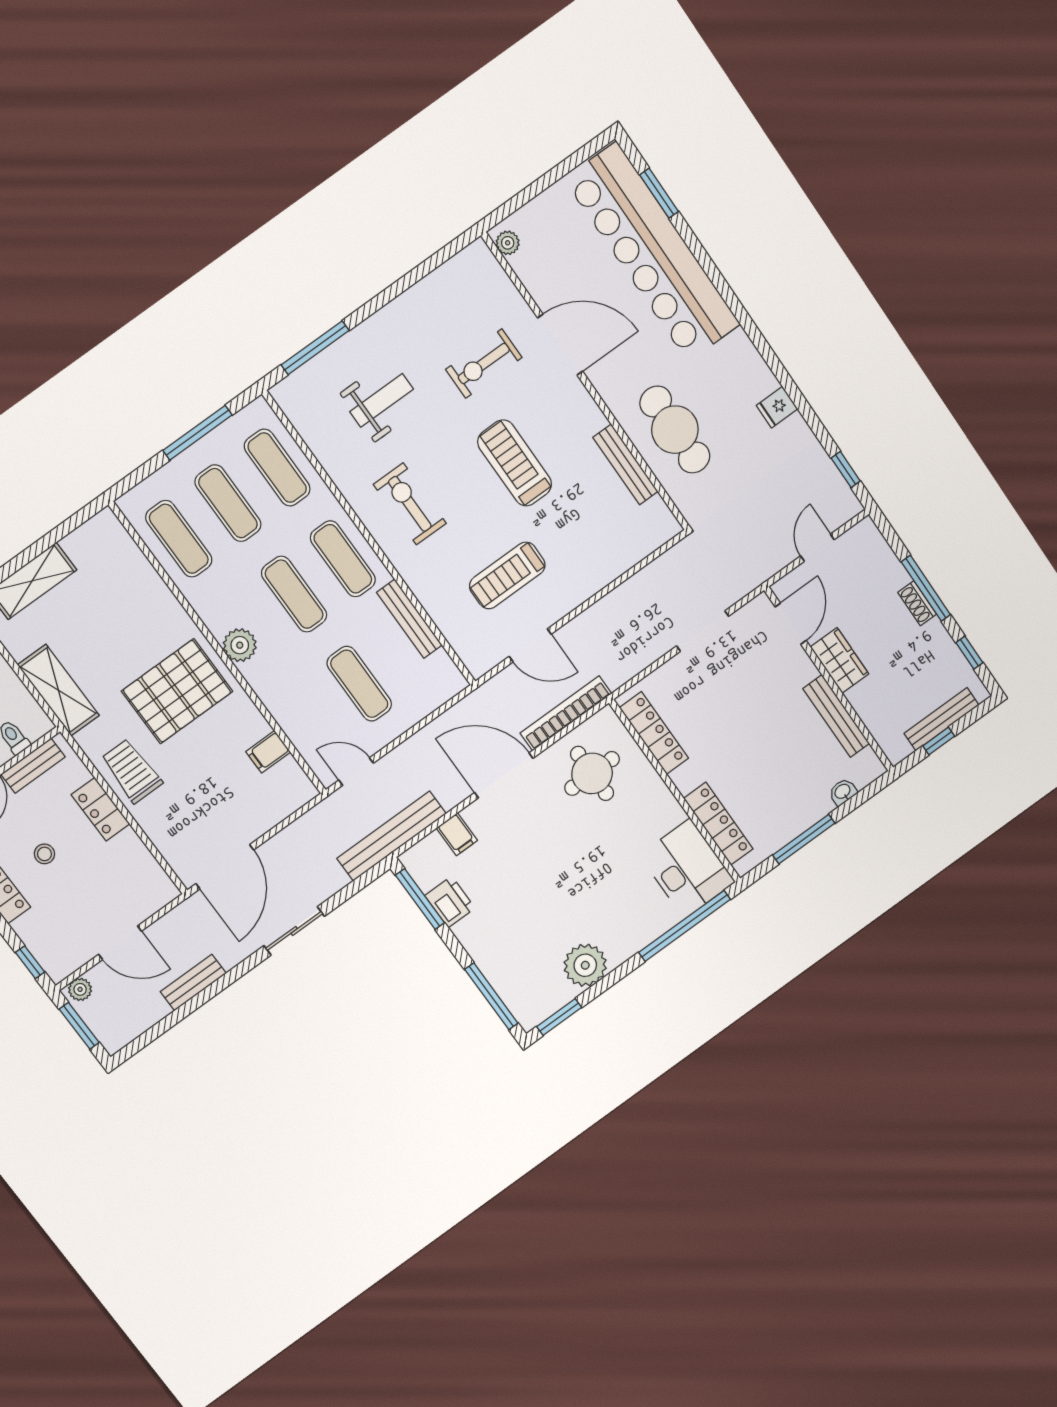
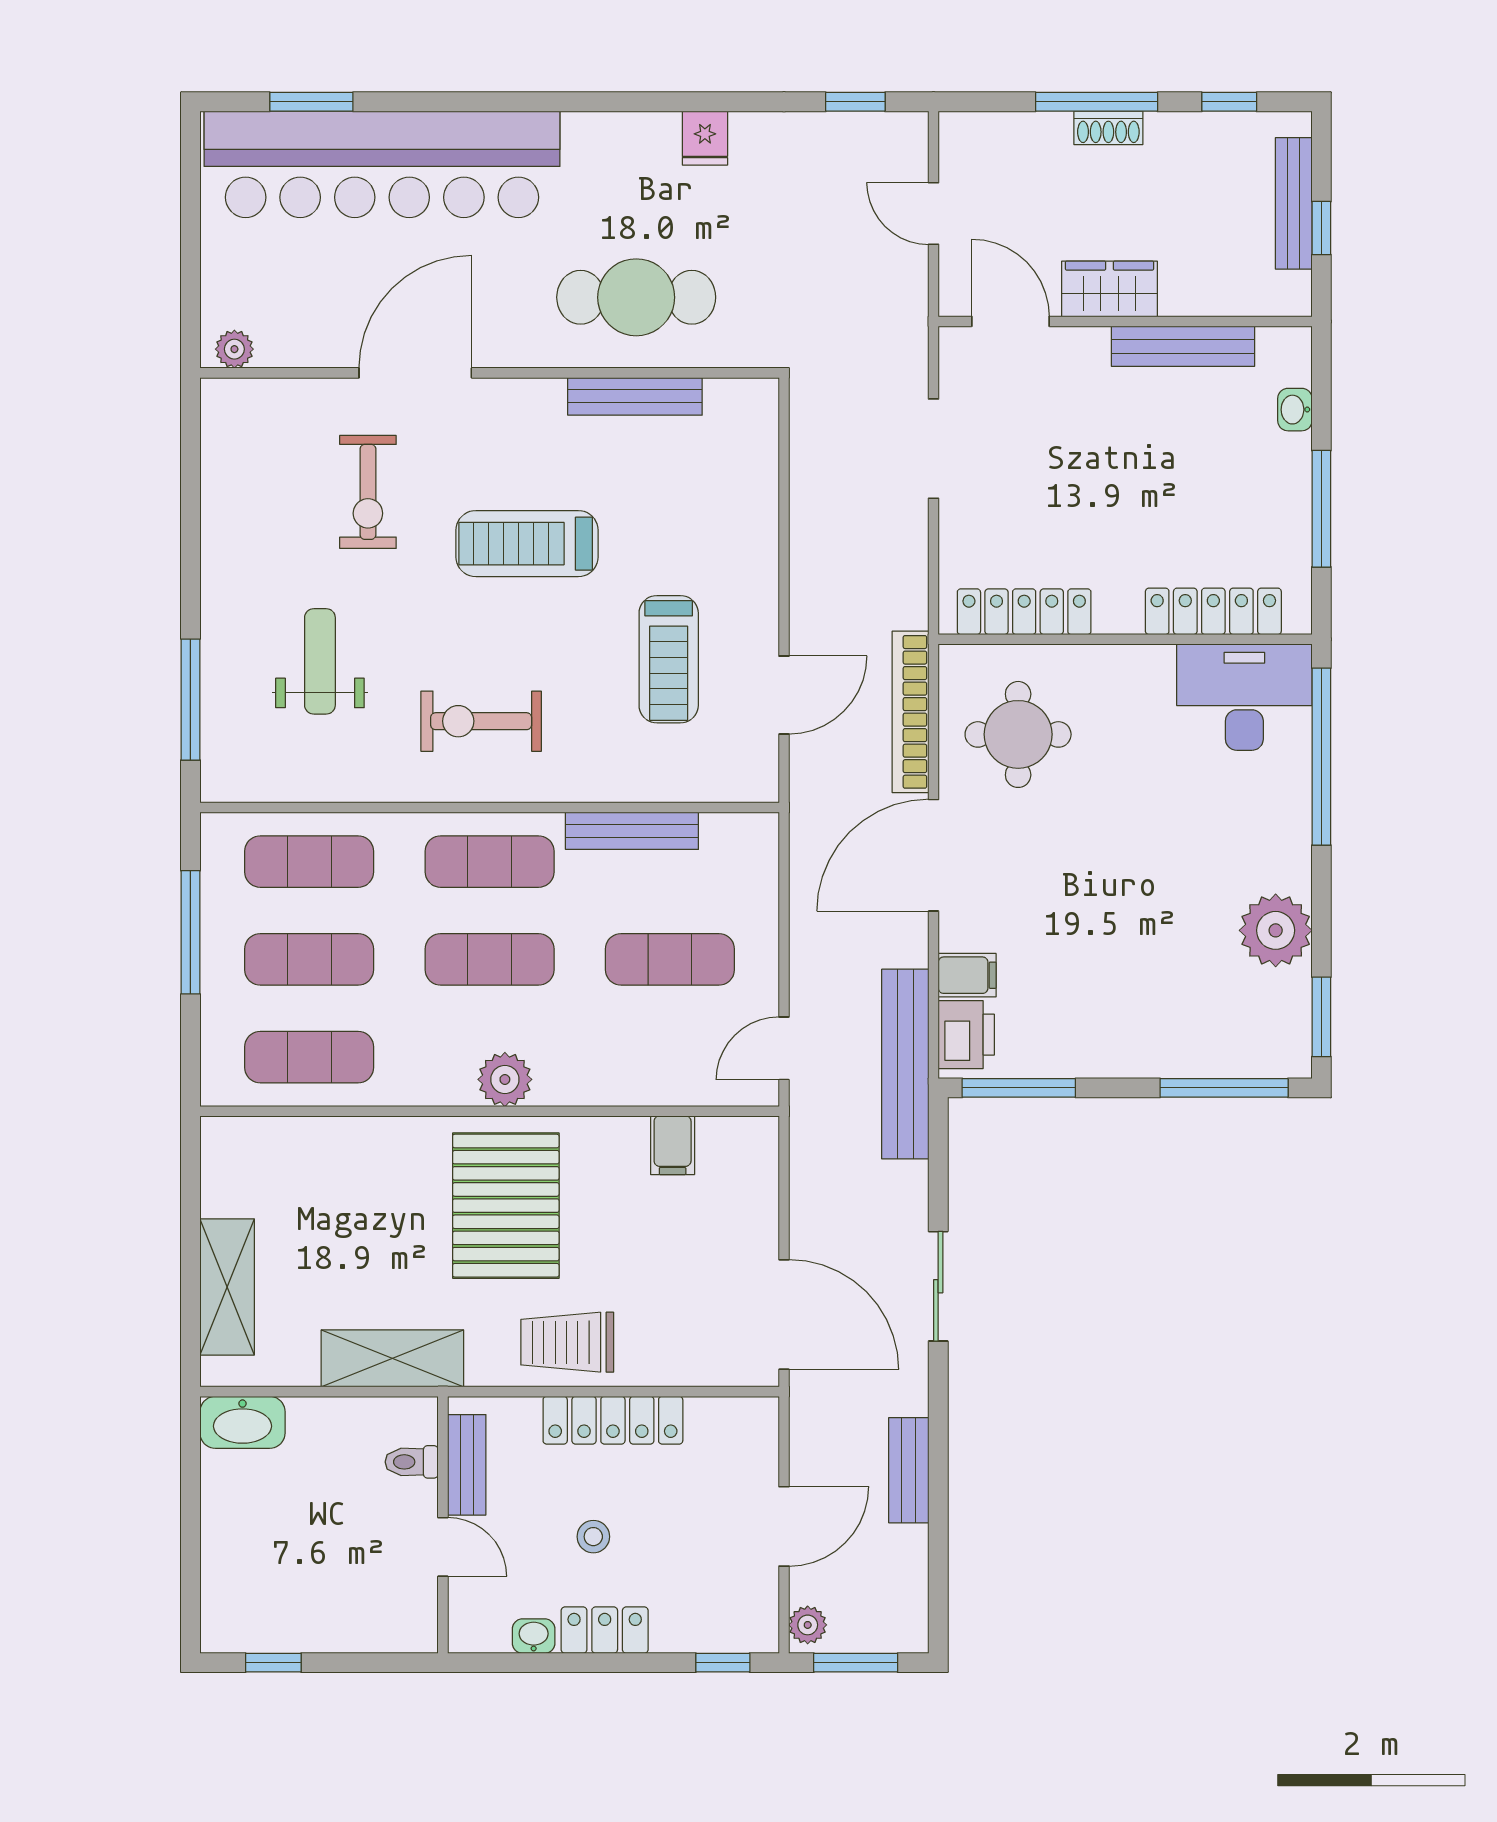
locker: (100, 809) -> (613, 1420), width x1.53
printer: (450, 902) -> (966, 1035), moved, turned 90

